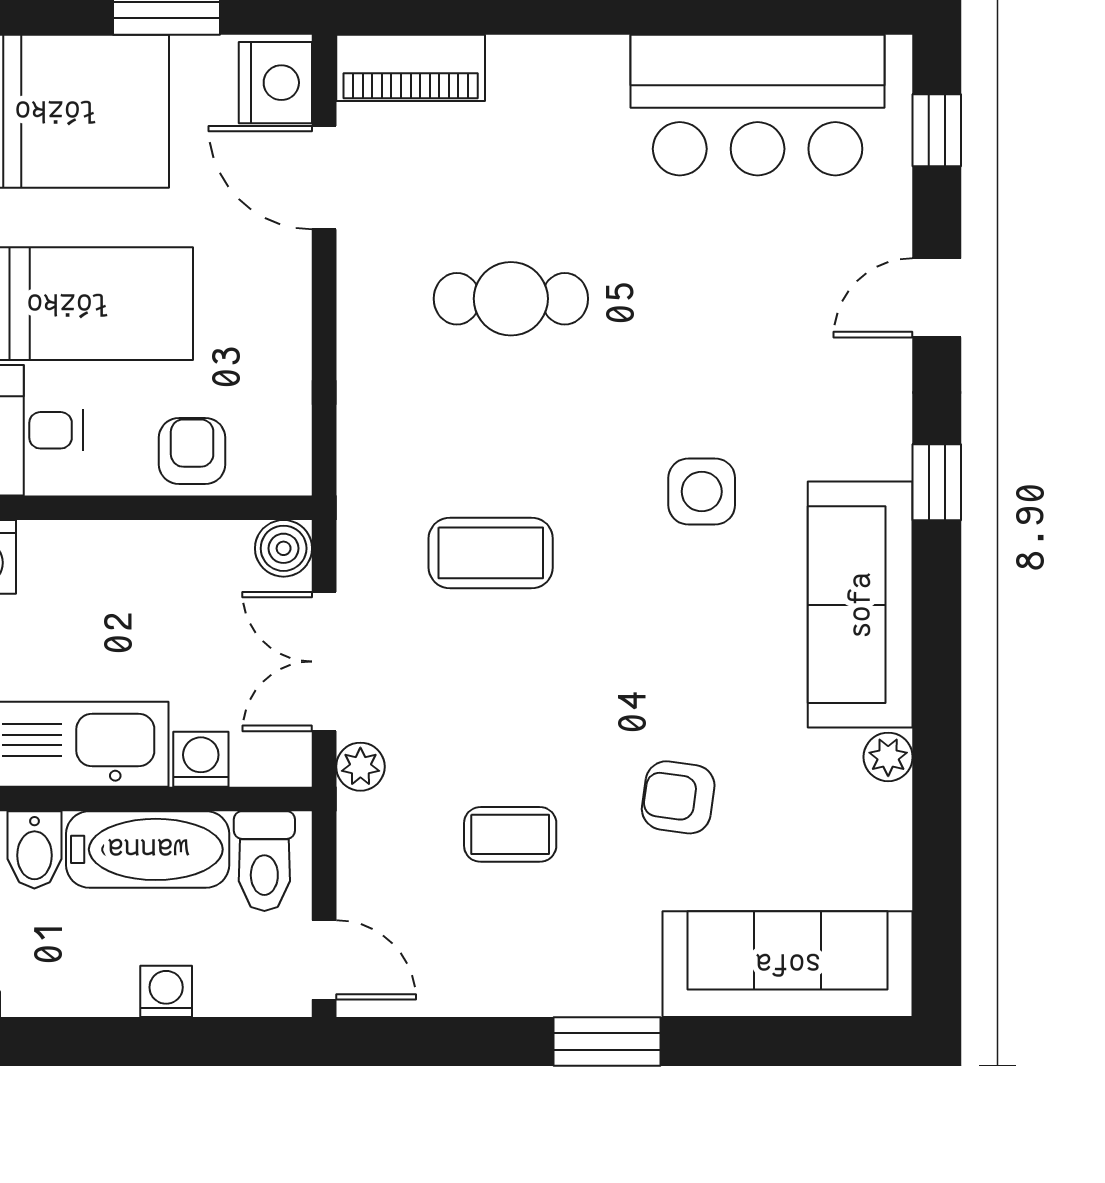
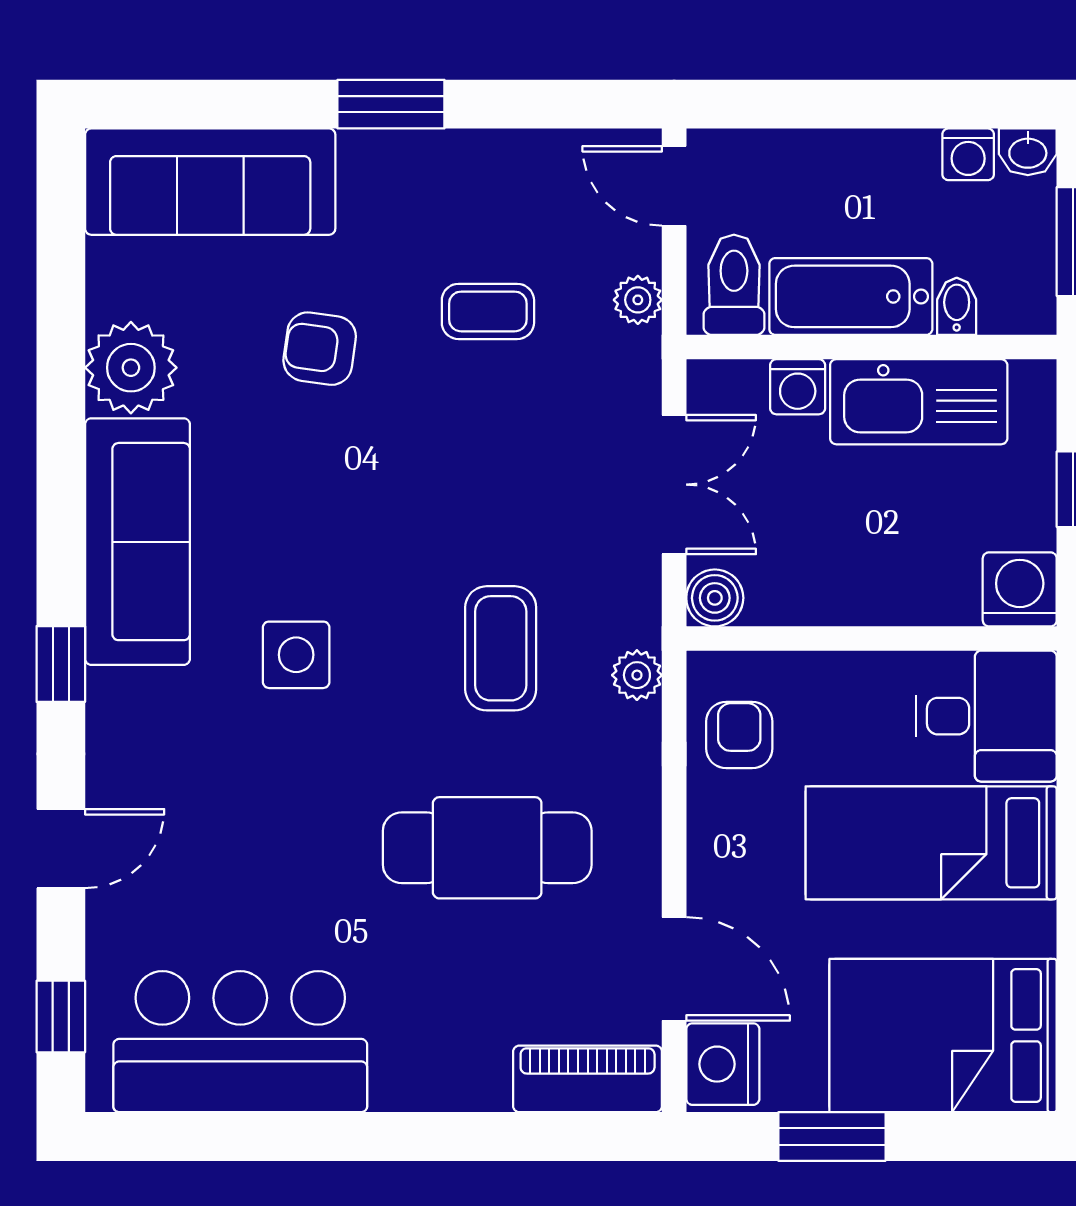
cafe table: (511, 299) -> (487, 848), width x1.37, depth x1.35
armchair: (192, 451) -> (739, 735), moved, turned 180
plant: (361, 471) -> (637, 675), added
coffee table: (491, 553) -> (501, 648), moved, turned 90
plant: (888, 757) -> (131, 368), width x1.88, depth x1.88
plant: (360, 767) -> (638, 300), moved
armchair: (678, 797) -> (320, 349), turned 180
bidet: (34, 850) -> (957, 306), width x0.72, depth x0.74
washing machine: (166, 991) -> (968, 154), moved

